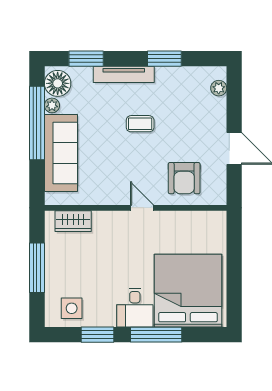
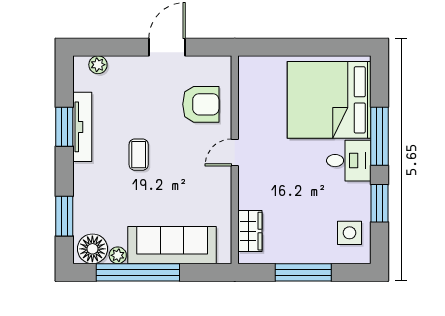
tv unit: (124, 74) -> (82, 127), moved

